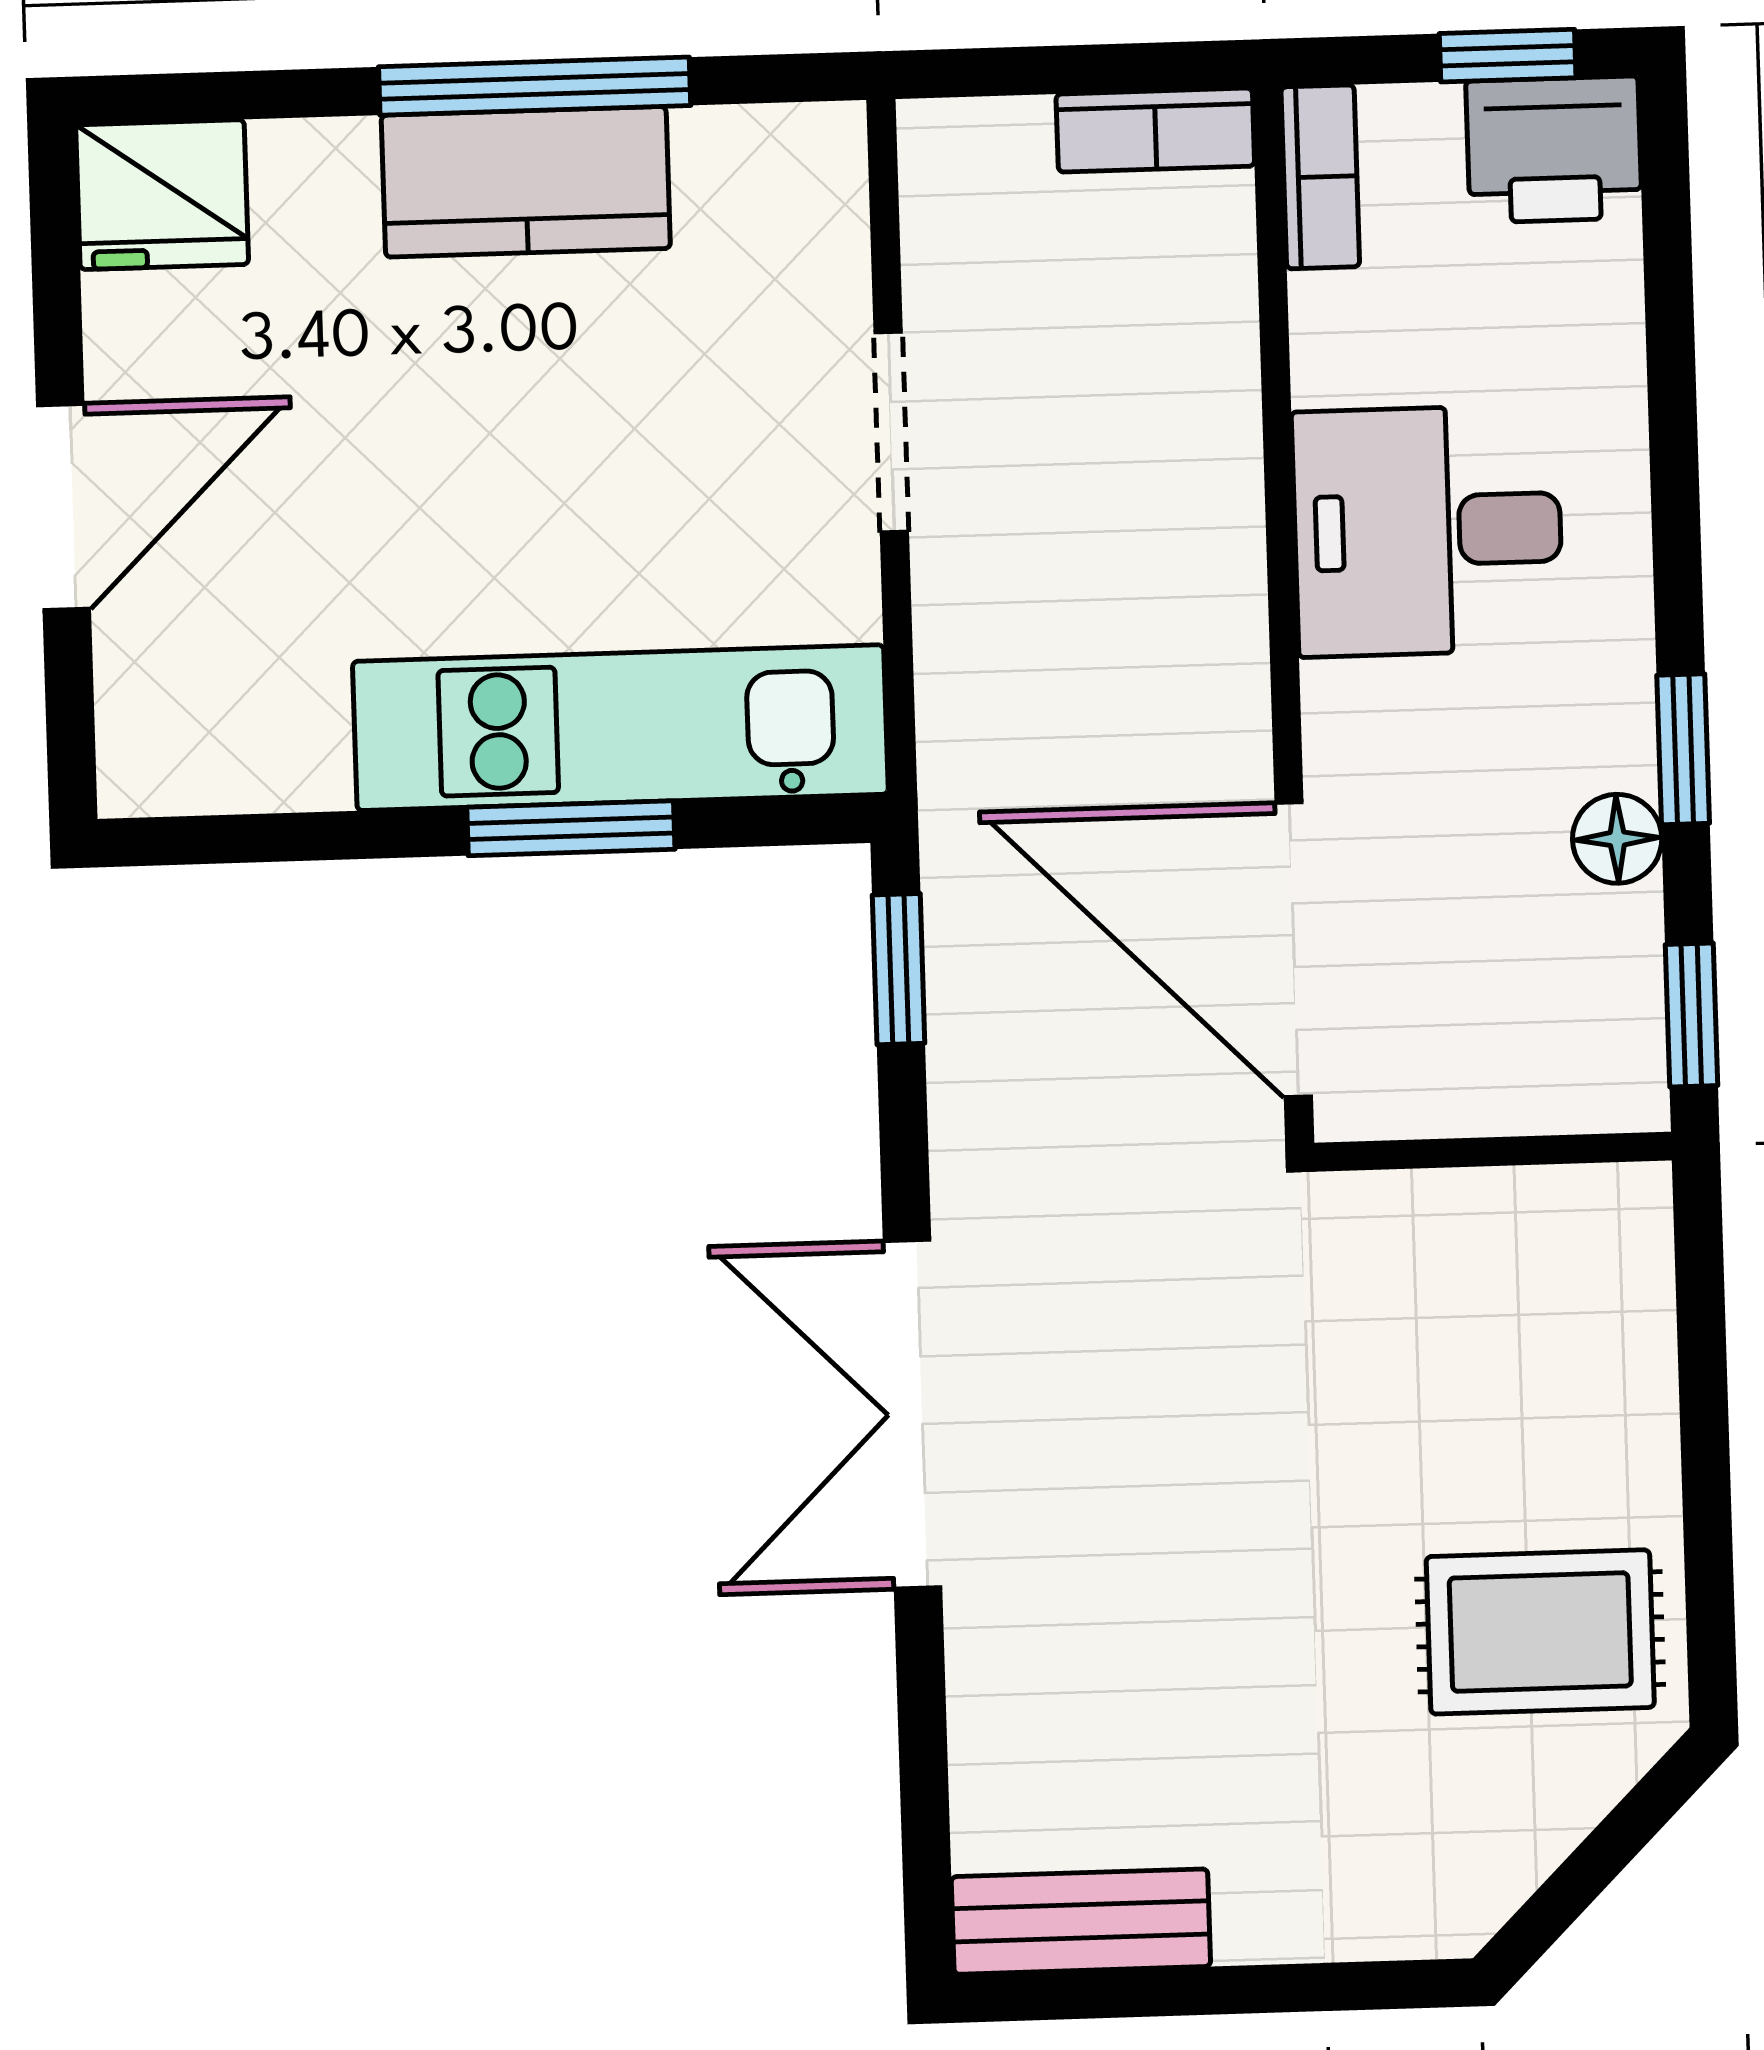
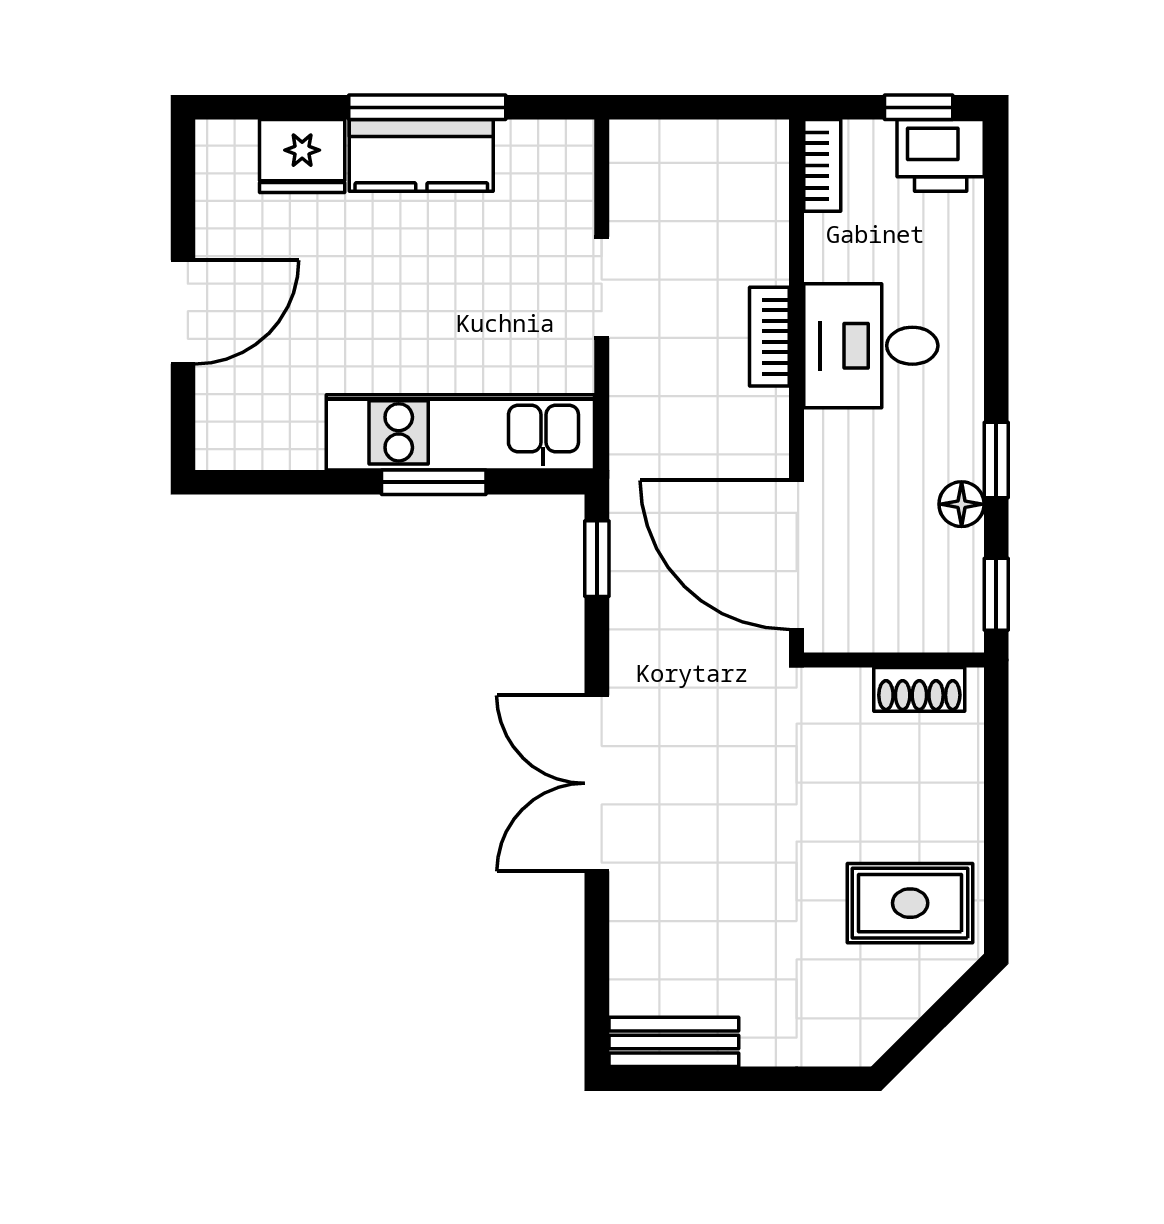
bookcase: (1155, 130) -> (769, 337), moved, turned 90
fridge: (162, 195) -> (302, 156), moved
shoe rack: (1545, 1208) -> (919, 689), added

